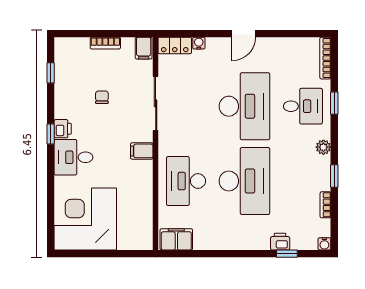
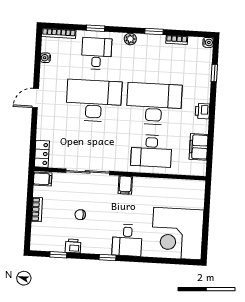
door: (244, 34) -> (35, 98), swing flipped
water cooler: (199, 43) -> (45, 58), moved
printer: (63, 129) -> (73, 246), moved
filing cabinet: (176, 239) -> (199, 147), moved
printer: (280, 242) -> (202, 111), moved

